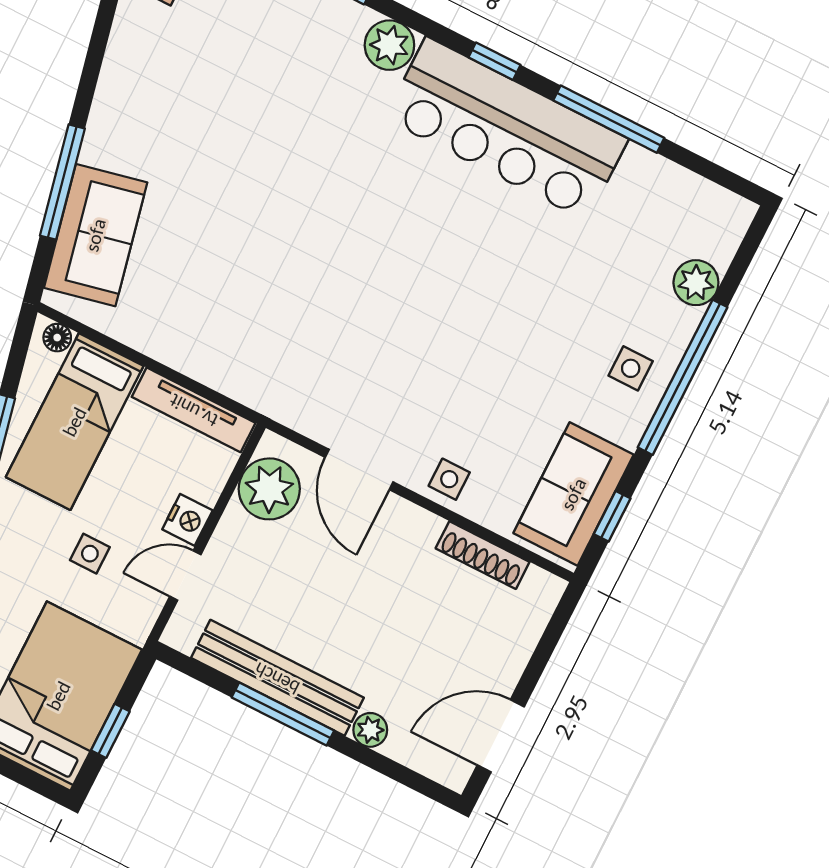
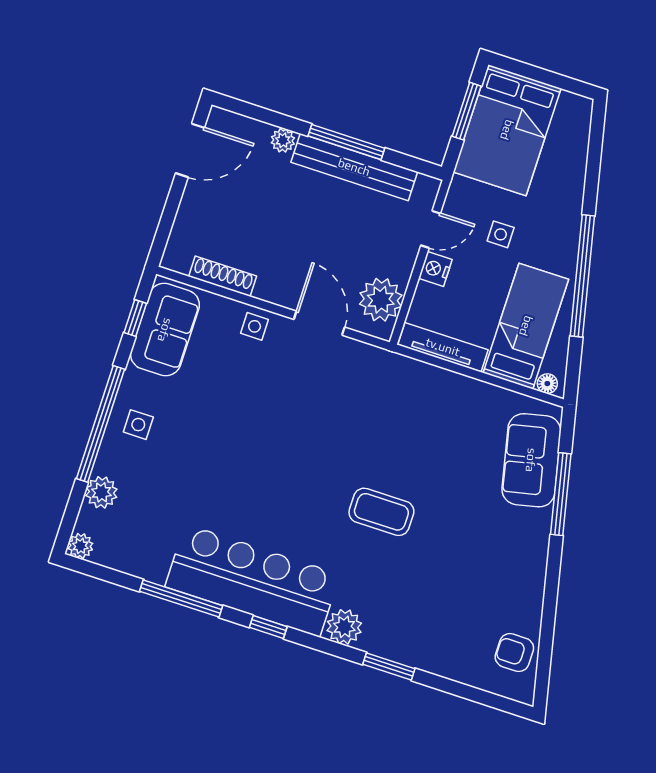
coffee table: (314, 196) -> (381, 512), added
plant: (736, 213) -> (80, 546), added
window: (110, 731) -> (467, 111), width x1.50

